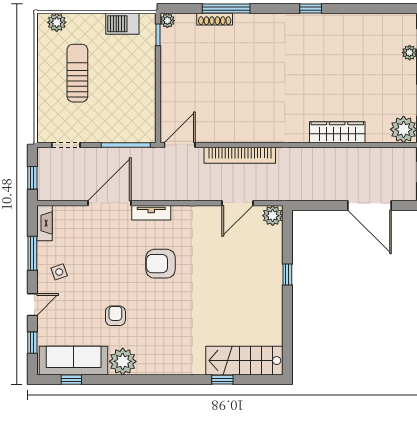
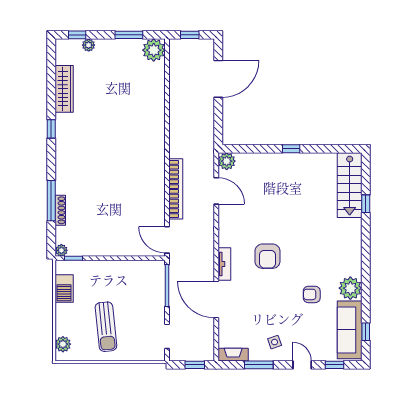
sun lounger: (77, 73) -> (106, 327), turned -96
wardrobe: (337, 132) -> (64, 89), moved, turned 180
window: (287, 274) -> (291, 149), moved

